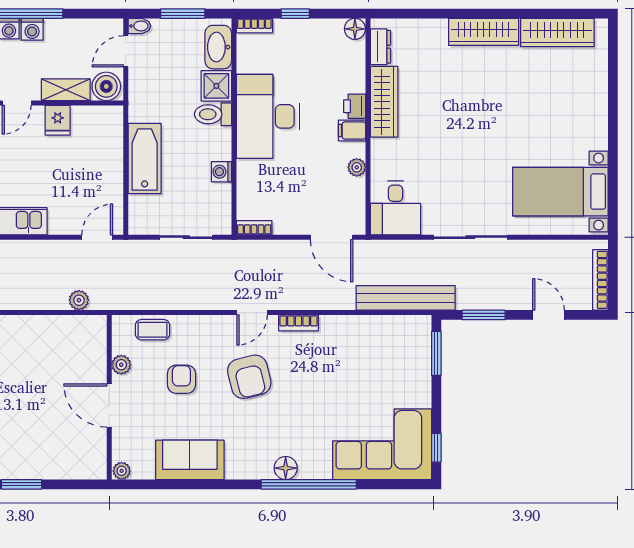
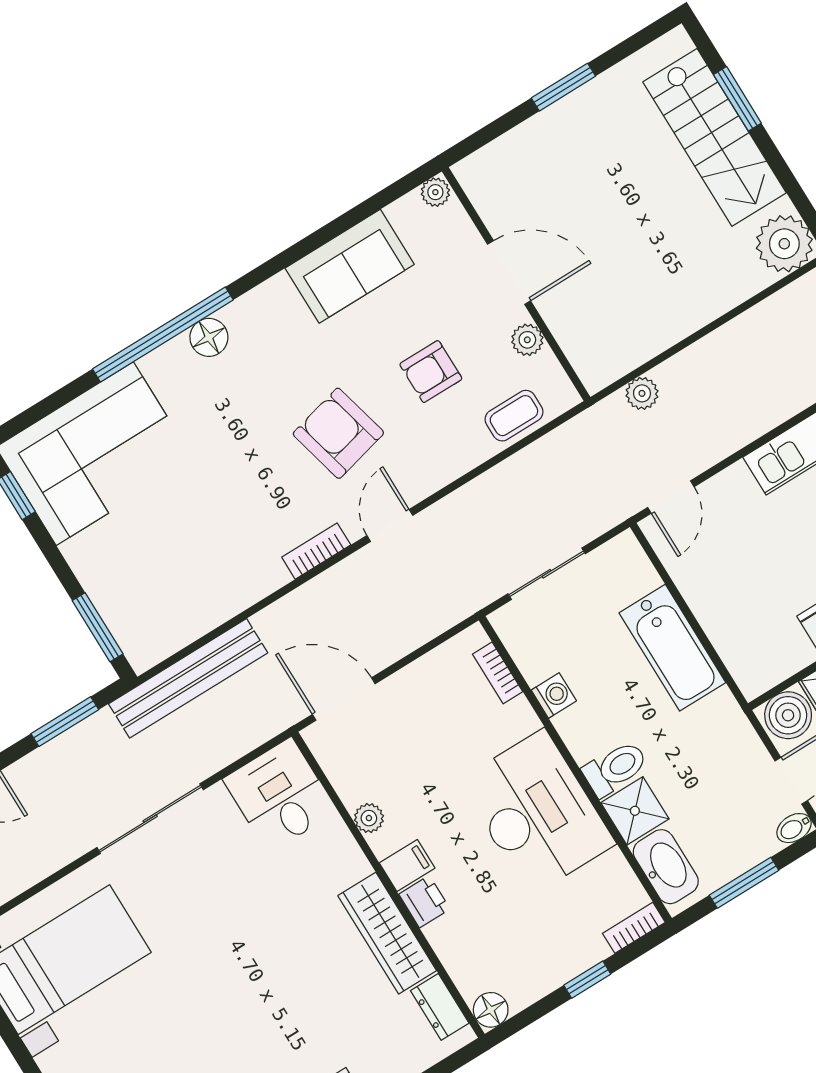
bookcase: (254, 228) -> (498, 673), moved, turned 90
armchair: (181, 379) -> (431, 372), turned 90

